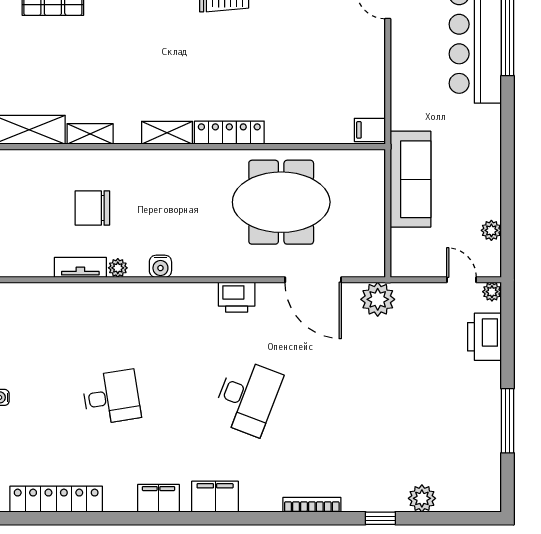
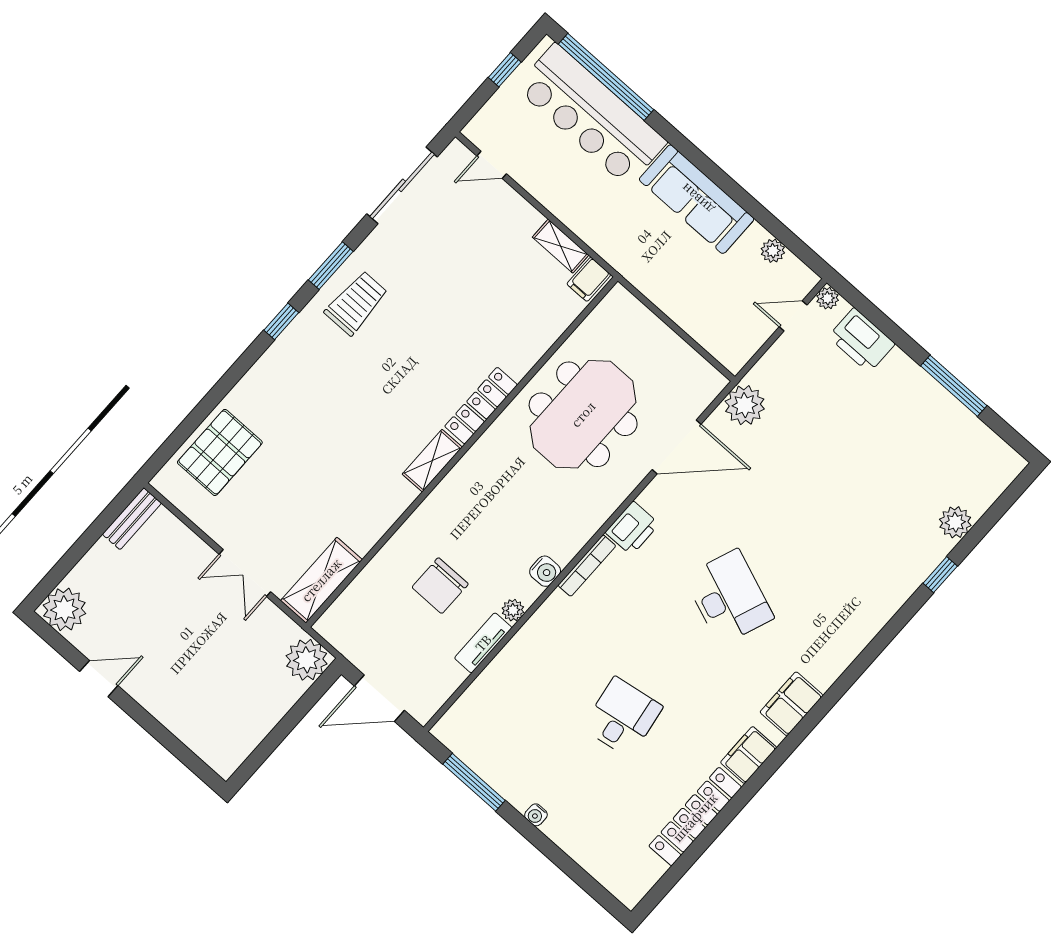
shelving: (90, 134) -> (561, 246), moved, turned 90
sofa: (410, 179) -> (697, 199), moved, turned 180
locker: (56, 499) -> (695, 817), moved
bookcase: (312, 505) -> (587, 566), moved, turned 180

